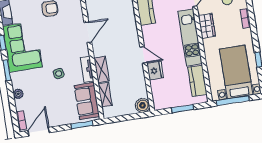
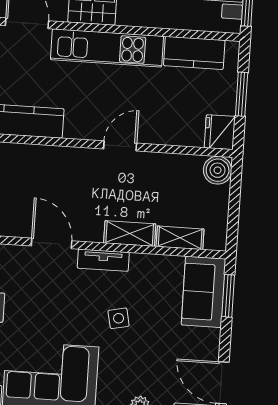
tv unit: (87, 69) -> (103, 260), moved
fridge: (155, 71) -> (220, 132), moved, turned -90
sofa: (87, 101) -> (203, 292), moved, turned 90

